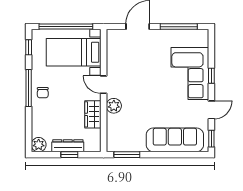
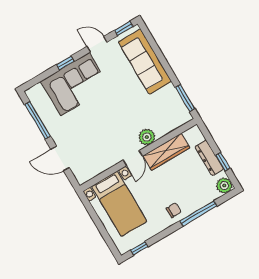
window: (66, 27) -> (99, 225), removed
window: (29, 88) -> (198, 213), moved
wardrobe: (93, 114) -> (166, 152), width x1.50
window: (69, 155) -> (223, 162), moved

